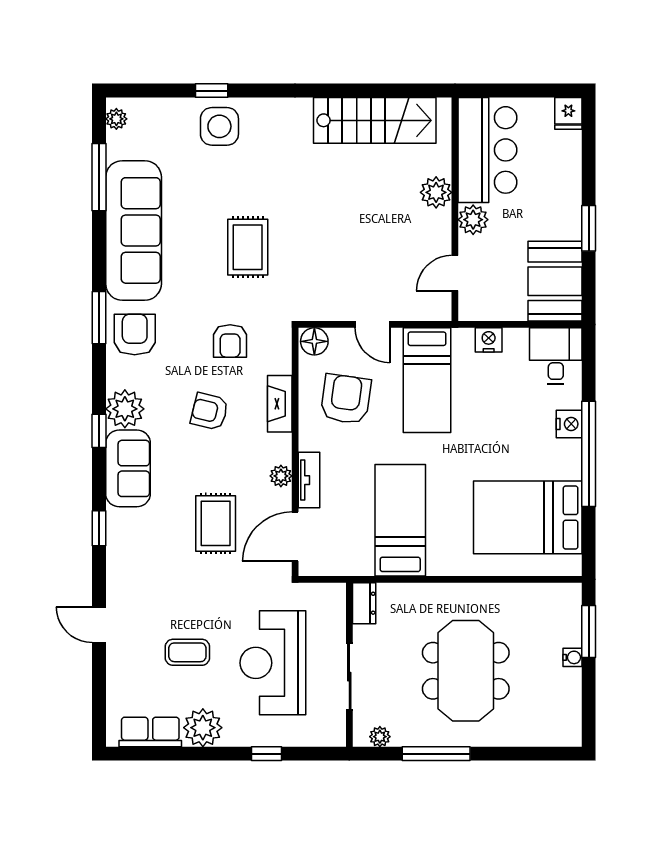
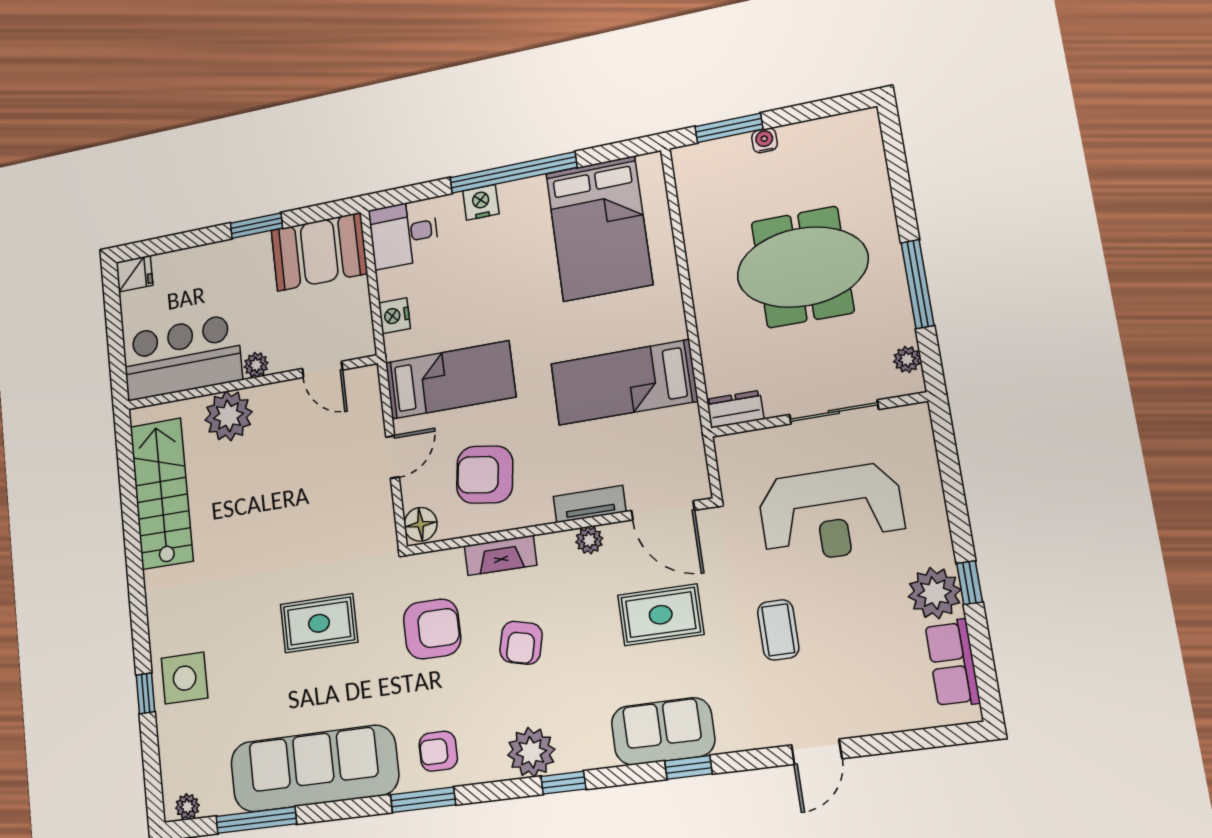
plant: (436, 192) -> (228, 416), width x1.36, depth x1.36
plant: (473, 220) -> (256, 365), width x0.73, depth x0.73
armchair: (135, 334) -> (438, 751), width x0.72, depth x0.72
armchair: (230, 341) -> (432, 629), width x1.38, depth x1.38
sofa: (128, 468) -> (663, 731), moved
coffee table: (187, 652) -> (778, 630), moved
window: (266, 754) -> (970, 583), moved

